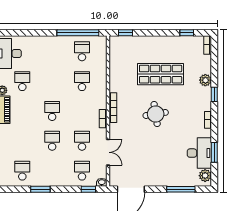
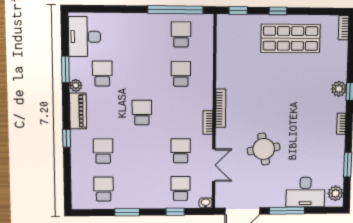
window: (187, 33) -> (278, 11), moved
shop shelf: (161, 74) -> (290, 38), moved
plant: (205, 80) -> (339, 89), moved
round table: (156, 114) -> (264, 149), moved
school desk: (52, 141) -> (103, 151), moved
desk: (199, 153) -> (305, 192), moved, turned 90
window: (88, 189) -> (175, 212), moved
window: (181, 189) -> (287, 211), moved

